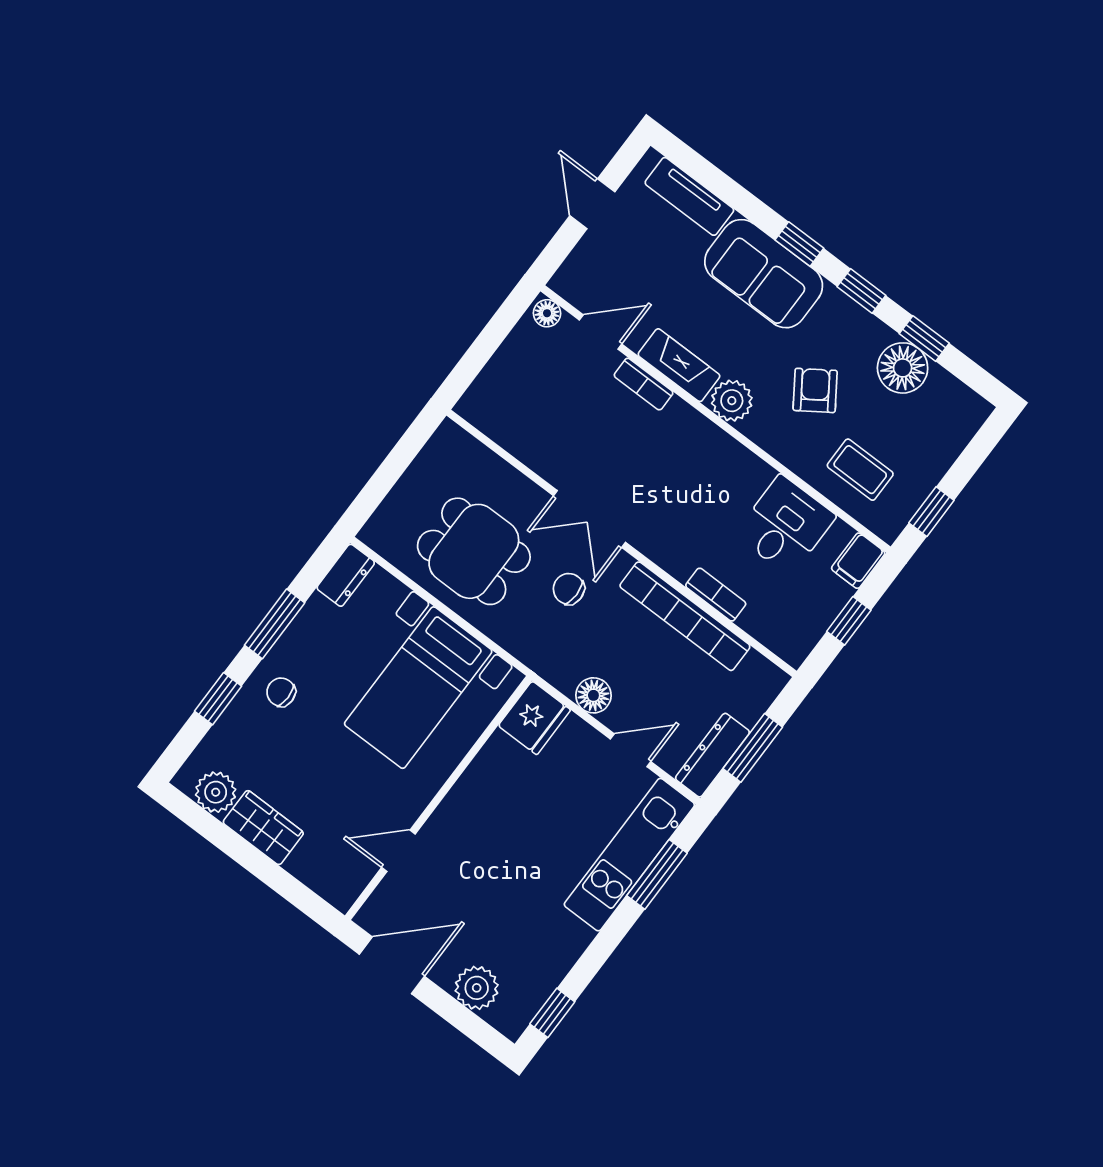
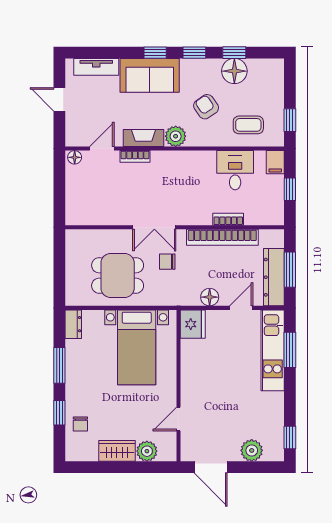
chair: (281, 692) -> (80, 424), moved, turned -90
dresser: (712, 755) -> (274, 277), width x1.37, depth x1.24
plant: (216, 792) -> (147, 451), moved
door: (392, 965) -> (211, 467), swing flipped

